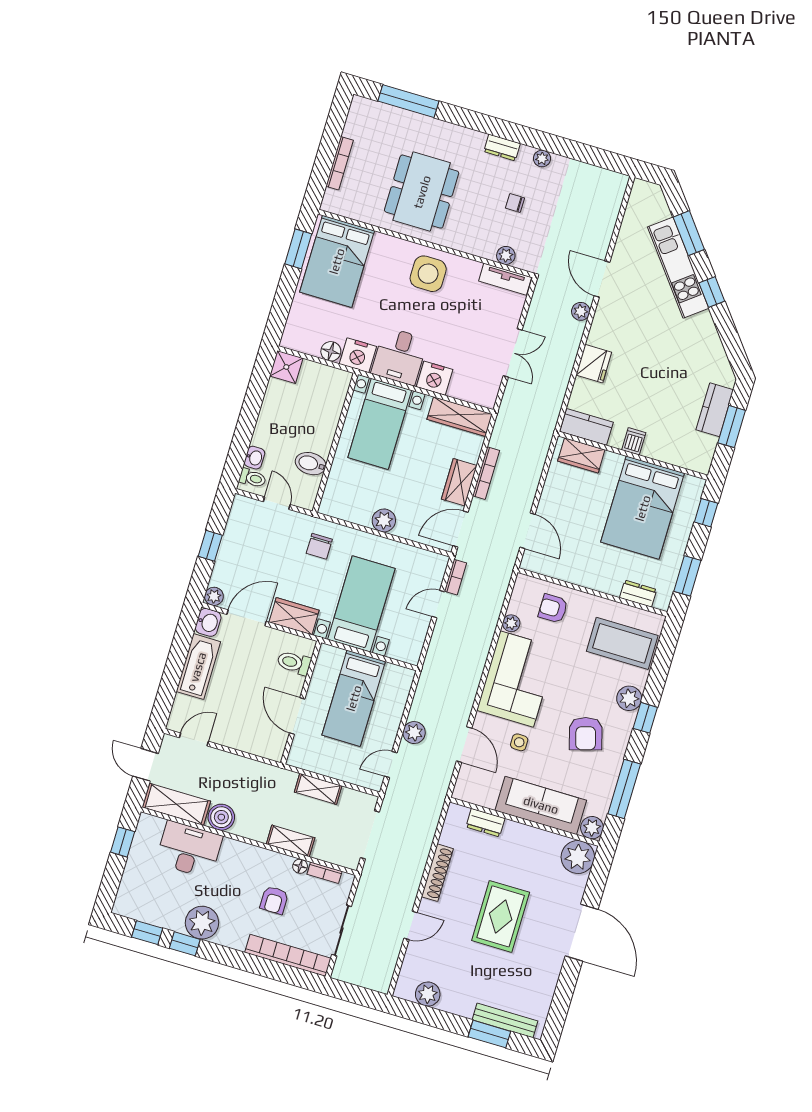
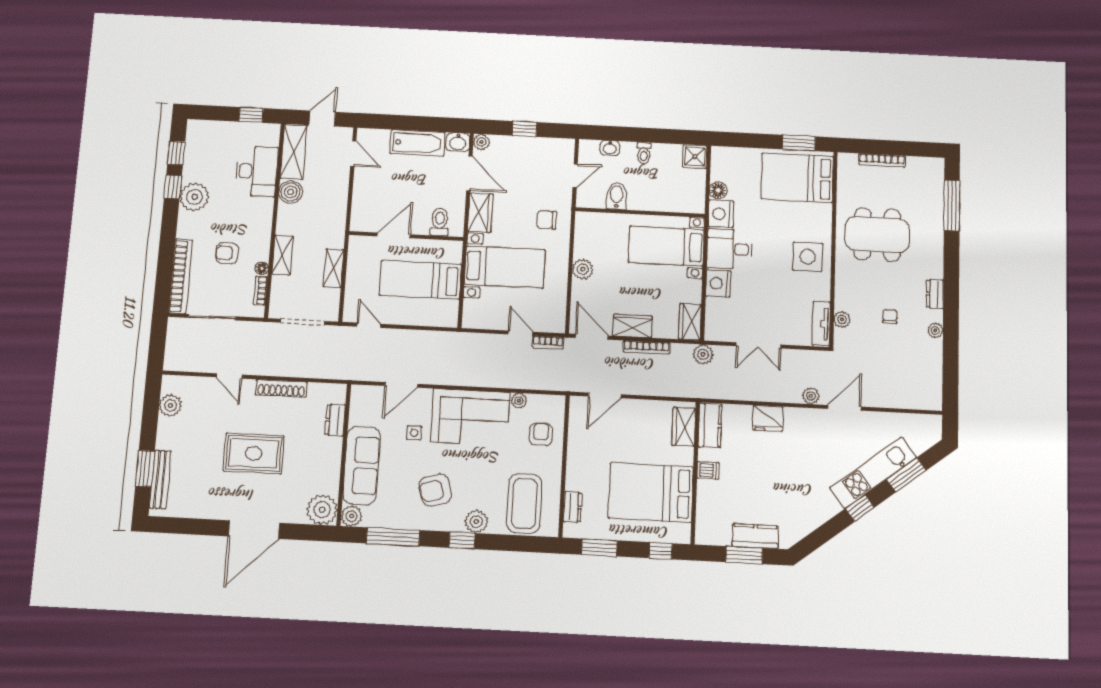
wardrobe: (460, 417) -> (690, 322), width x0.67
toilet: (253, 478) -> (644, 153), moved
plant: (414, 733) -> (703, 354), moved

